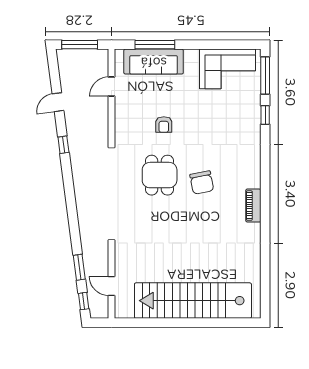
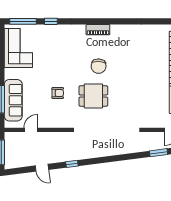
door: (112, 87) -> (31, 130), swing flipped
chair: (202, 183) -> (99, 66), turned 105
piano: (253, 206) -> (98, 30), moved

